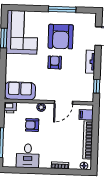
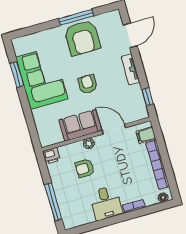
corner sofa: (22, 32) -> (42, 78), moved
armchair: (61, 37) -> (82, 38), moved
sofa: (20, 91) -> (80, 125), moved
door: (63, 102) -> (114, 129), swing flipped
desk: (28, 156) -> (106, 203), moved

